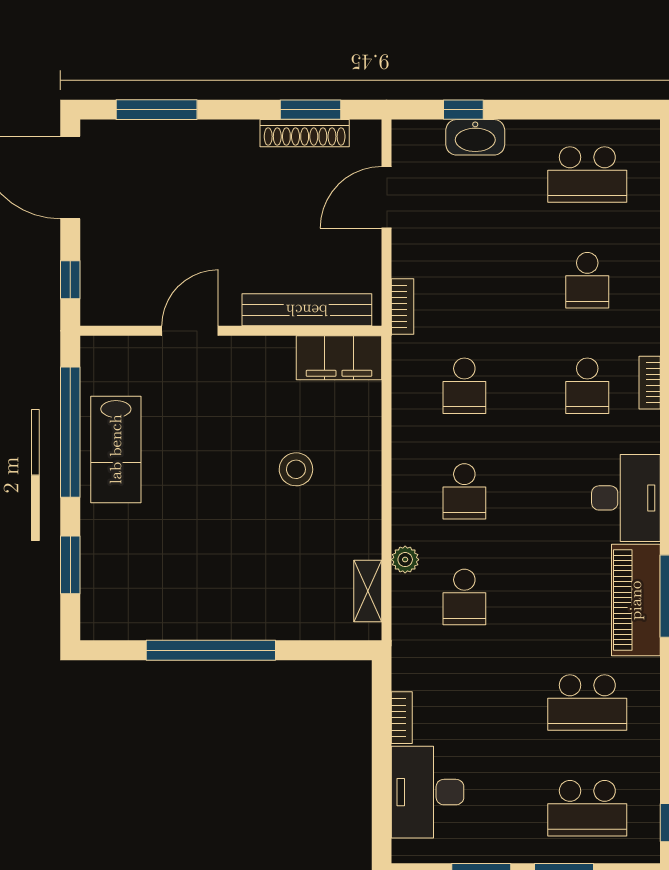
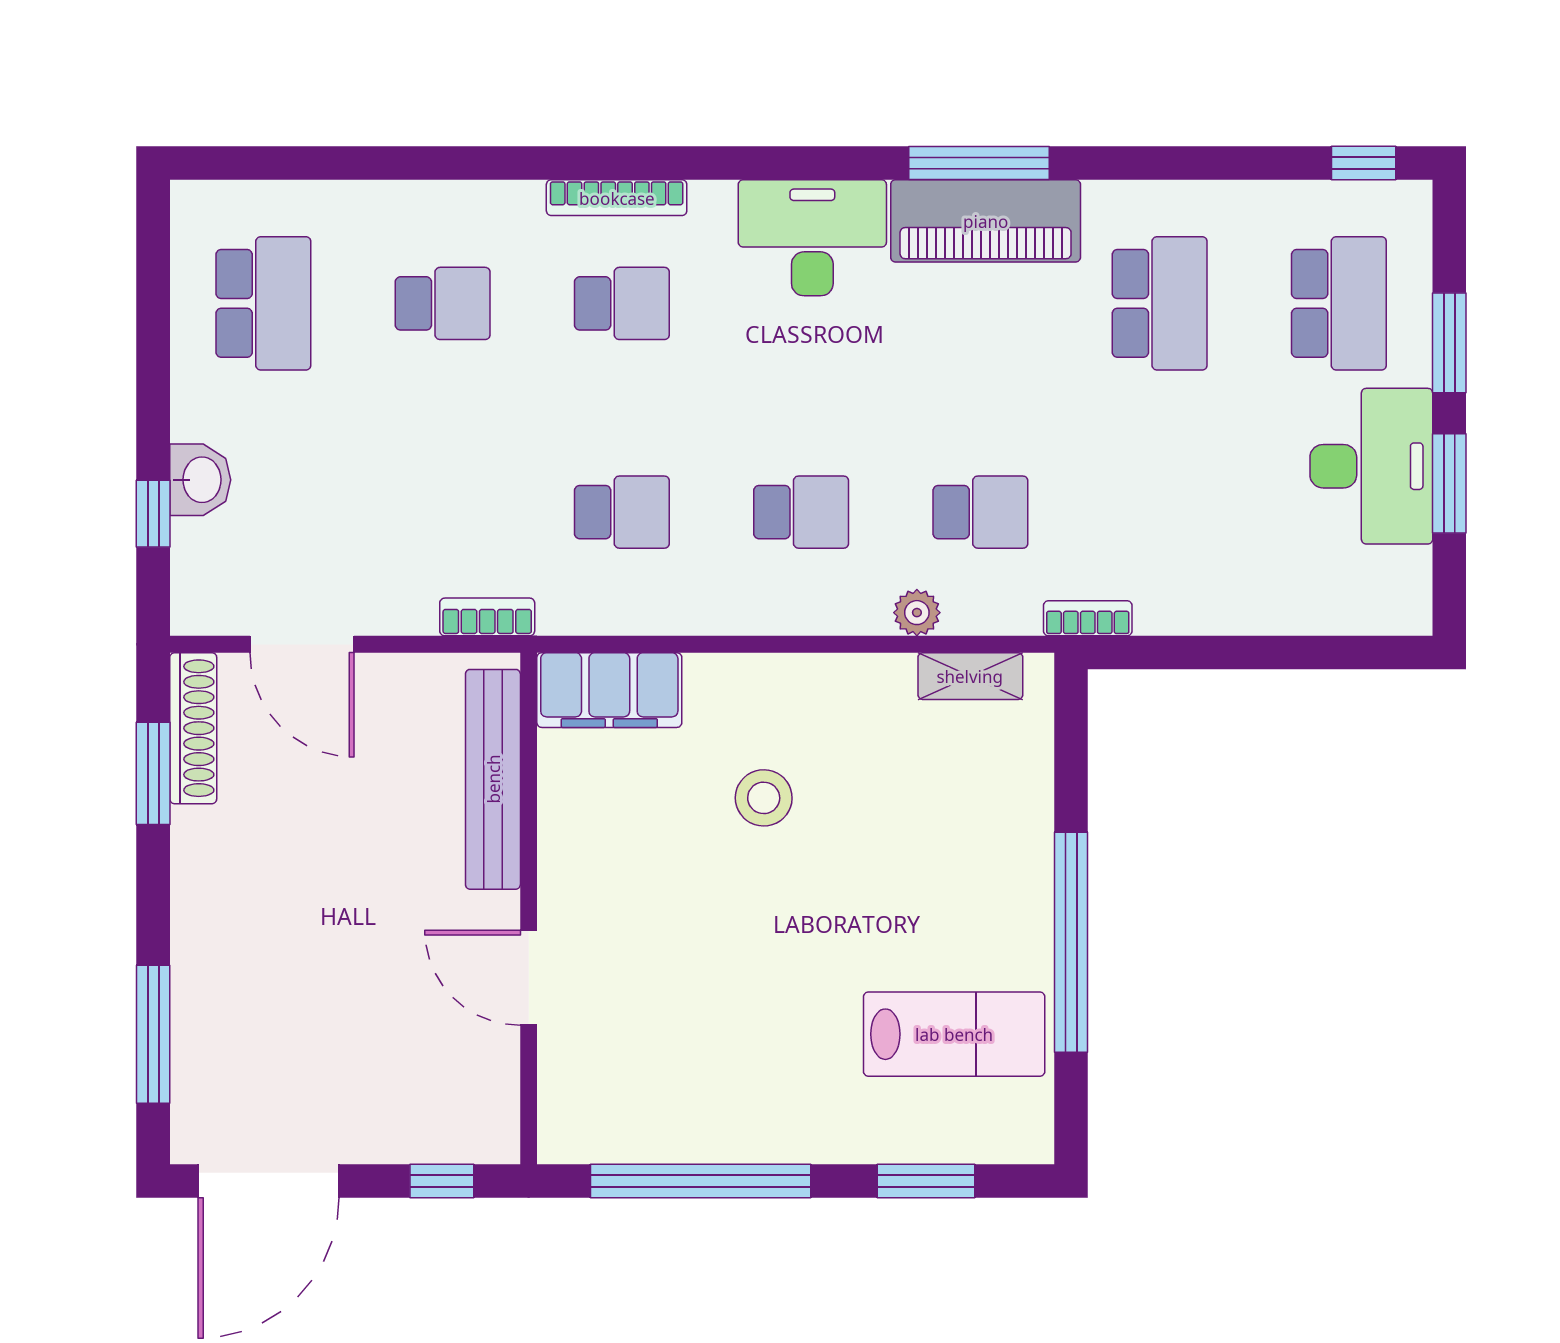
shoe rack: (305, 133) -> (193, 728), moved
washbasin: (475, 137) -> (200, 480), width x0.72
filing cabinet: (339, 358) -> (609, 690), moved, turned 90
bookcase: (650, 383) -> (617, 198), width x1.56
lab bench: (116, 449) -> (954, 1034), moved
bookcase: (402, 718) -> (1088, 618), moved
desk: (428, 792) -> (1371, 466), moved, turned -90

